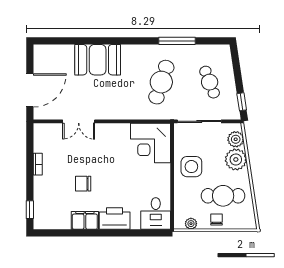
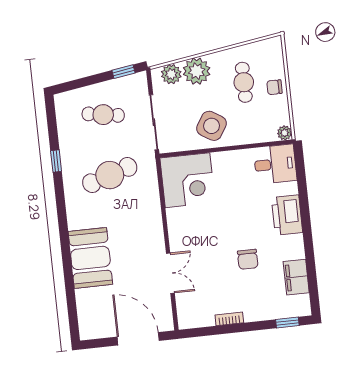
window: (177, 41) -> (56, 161), width x0.46
cafe table: (161, 82) -> (110, 175), turned -36
cafe table: (210, 82) -> (103, 115), turned 30
side table: (191, 167) -> (212, 126), turned 32
cafe table: (223, 196) -> (244, 82), width x0.73, depth x0.74
filing cabinet: (85, 220) -> (296, 277), moved
plant: (191, 224) -> (285, 133), moved

